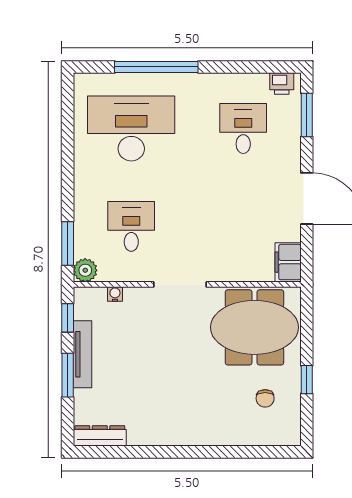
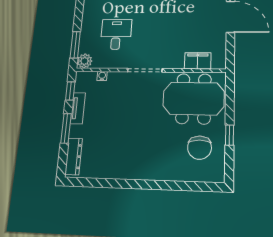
filing cabinet: (288, 262) -> (198, 61), moved, turned 90
tv unit: (82, 354) -> (78, 108), width x0.71
chair: (265, 398) -> (200, 148), width x1.87, depth x1.87
dresser: (100, 436) -> (74, 156), moved, turned 90

